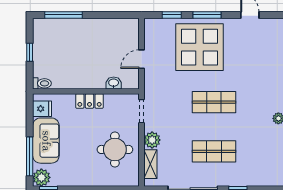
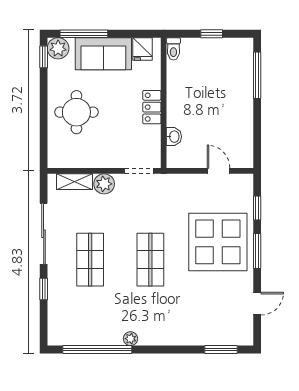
door: (142, 59) -> (219, 171), moved
round table: (115, 149) -> (76, 112), moved

